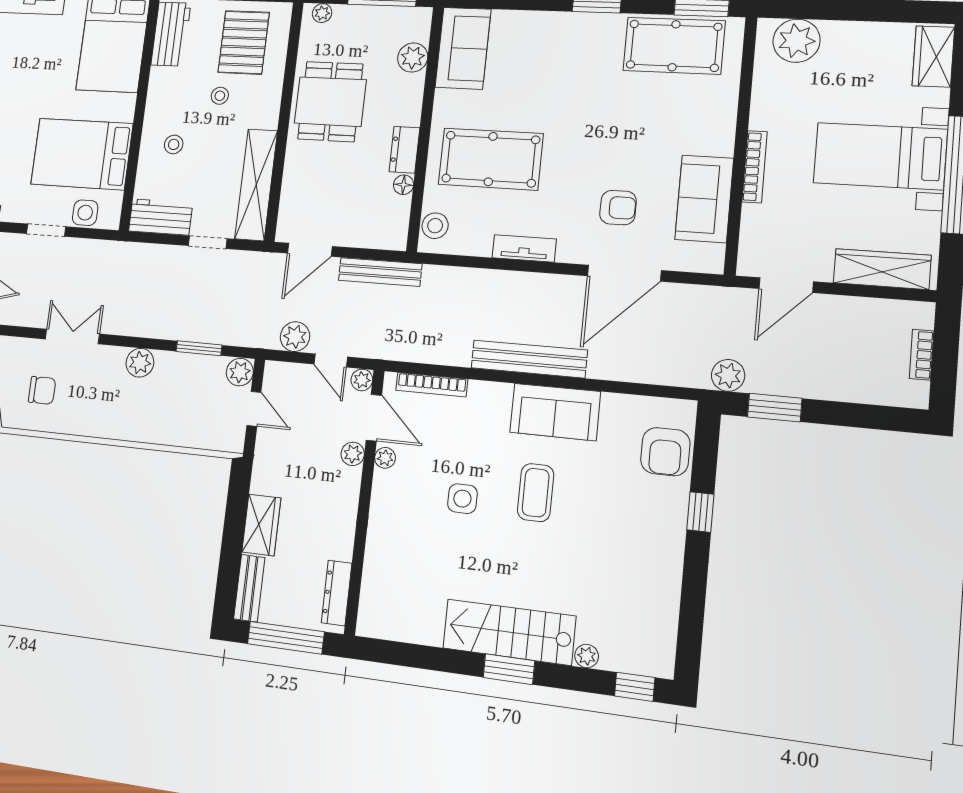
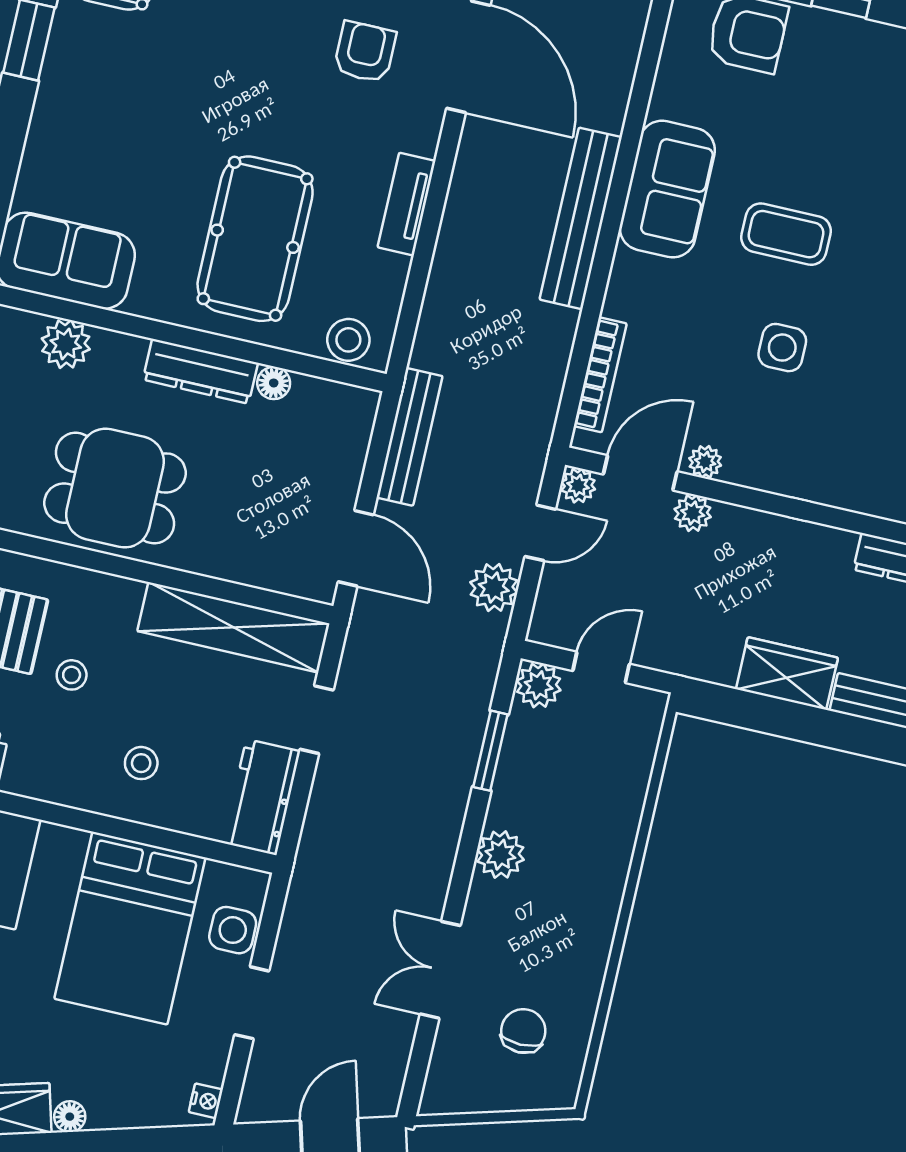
dresser: (404, 150) -> (200, 371), width x1.44

